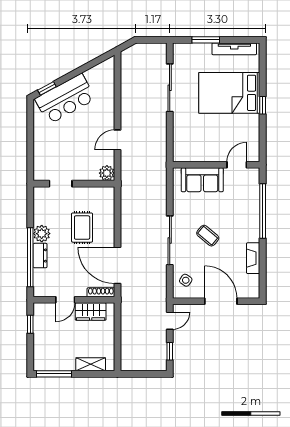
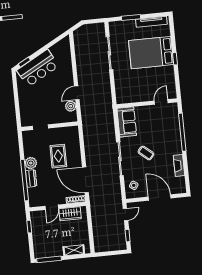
plant: (107, 173) -> (71, 106), moved
sofa: (202, 180) -> (127, 122), moved, turned -90

